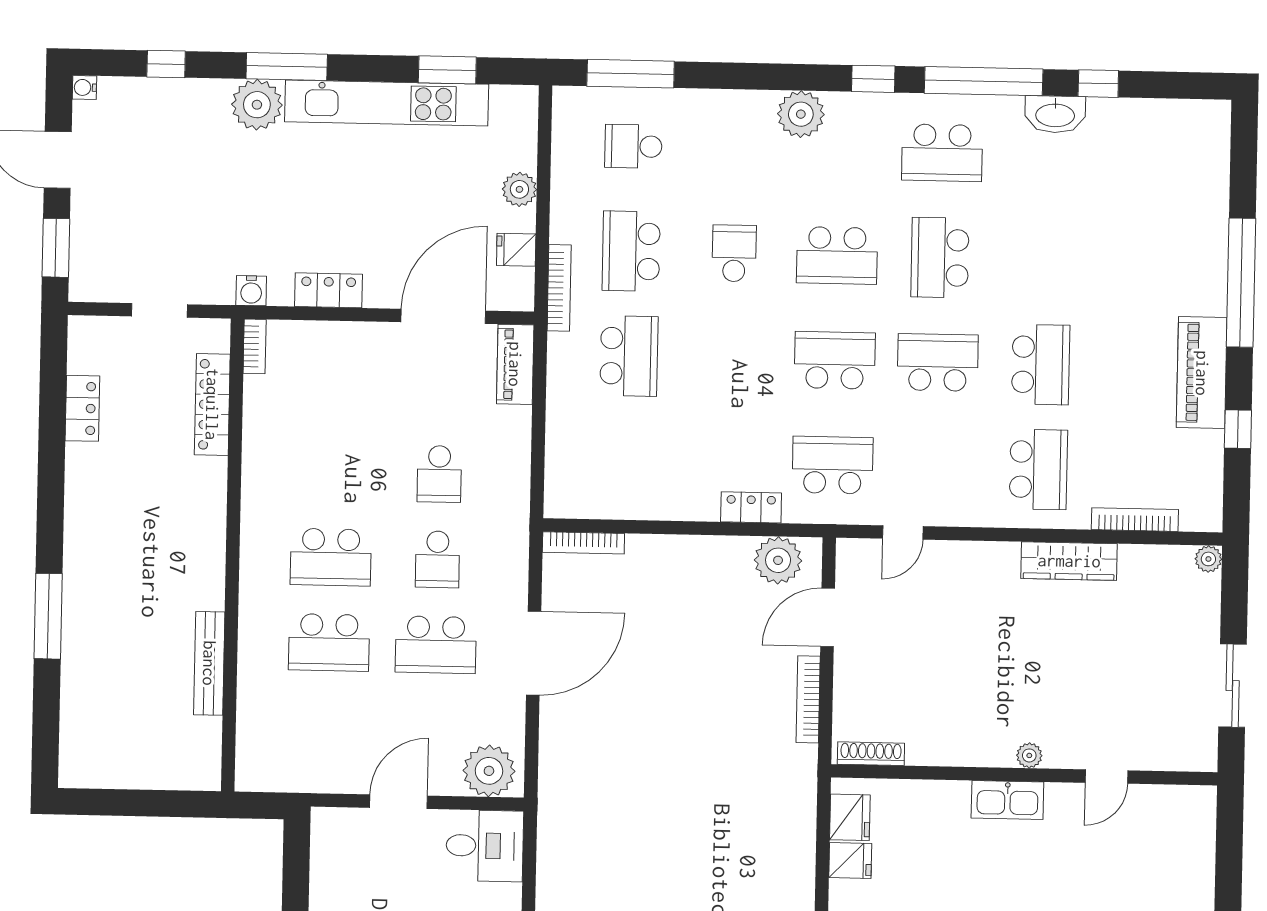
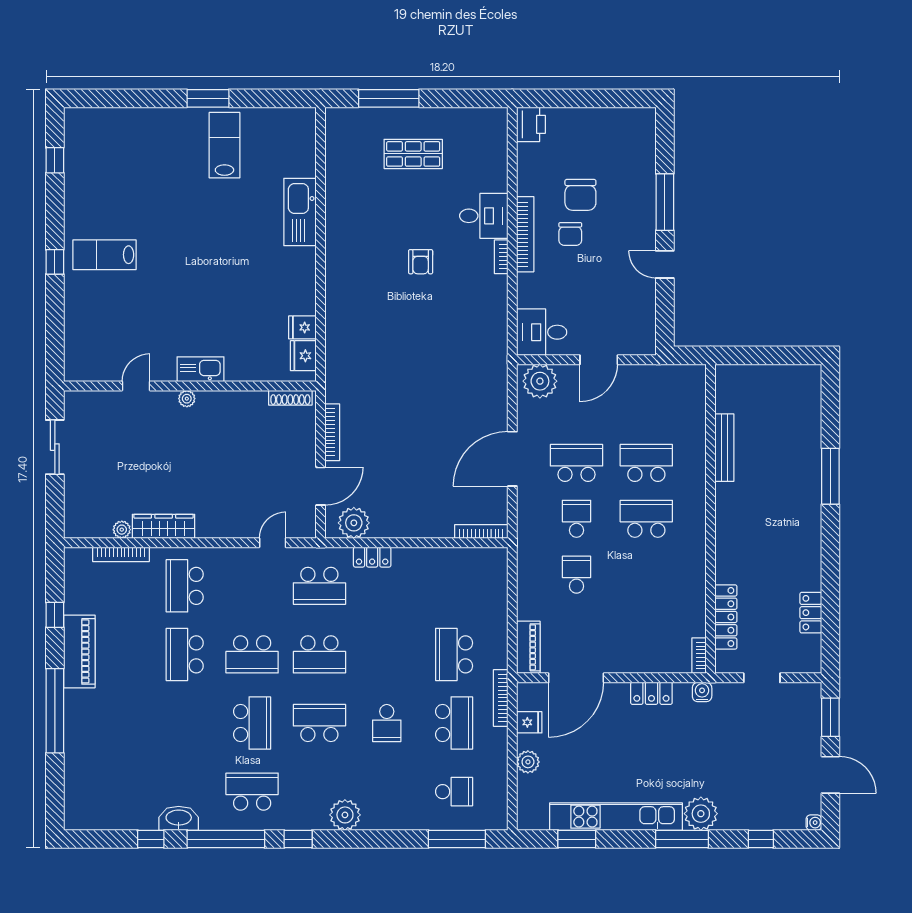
plant: (1208, 559) -> (122, 530), moved

